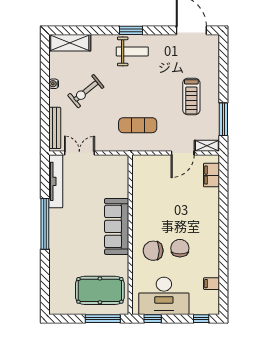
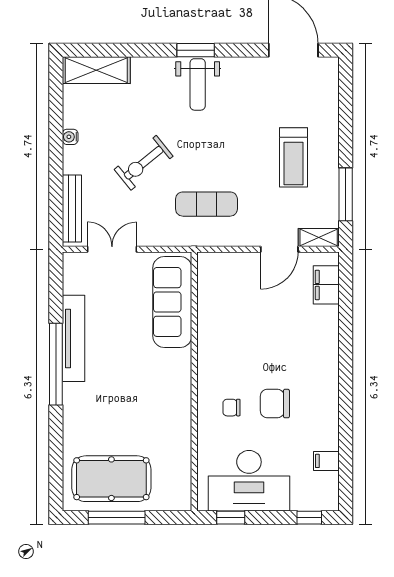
weight bench: (132, 51) -> (198, 84), turned 90
exercise bike: (86, 91) -> (144, 163), moved
tv unit: (56, 181) -> (73, 338), moved
sofa: (117, 226) -> (172, 302), moved
chair: (180, 248) -> (275, 404), turned -90
chair: (153, 251) -> (231, 408), width x0.54, depth x0.54
pool table: (100, 290) -> (111, 479), moved
window: (103, 319) -> (117, 518), moved

